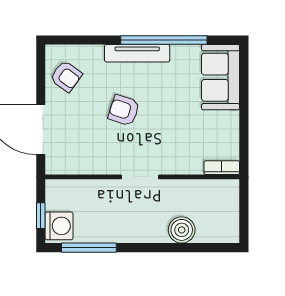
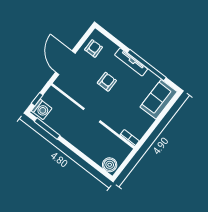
armchair: (66, 76) -> (94, 48), turned -127
armchair: (124, 110) -> (107, 82), turned 72
boiler: (182, 230) -> (110, 165), moved

